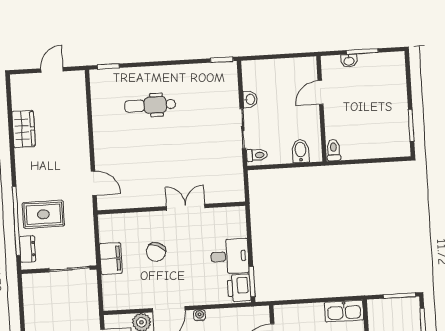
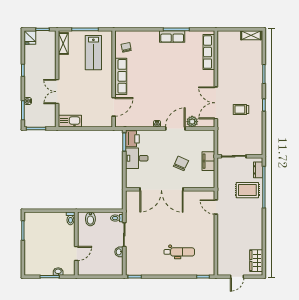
wardrobe: (24, 129) -> (256, 261), moved
double door: (186, 207) -> (161, 189), width x1.87

